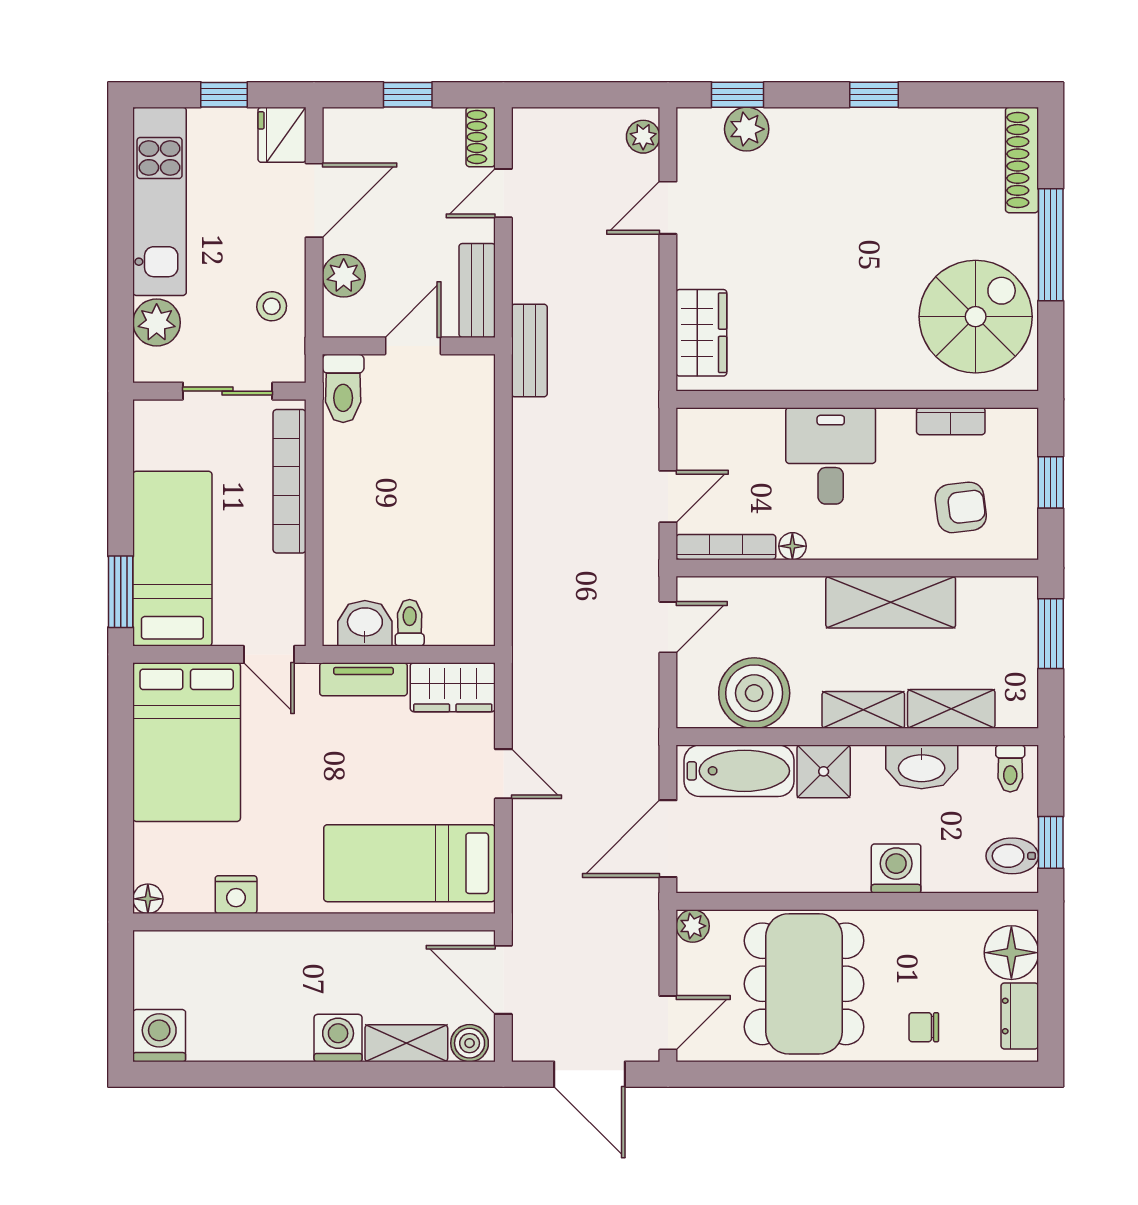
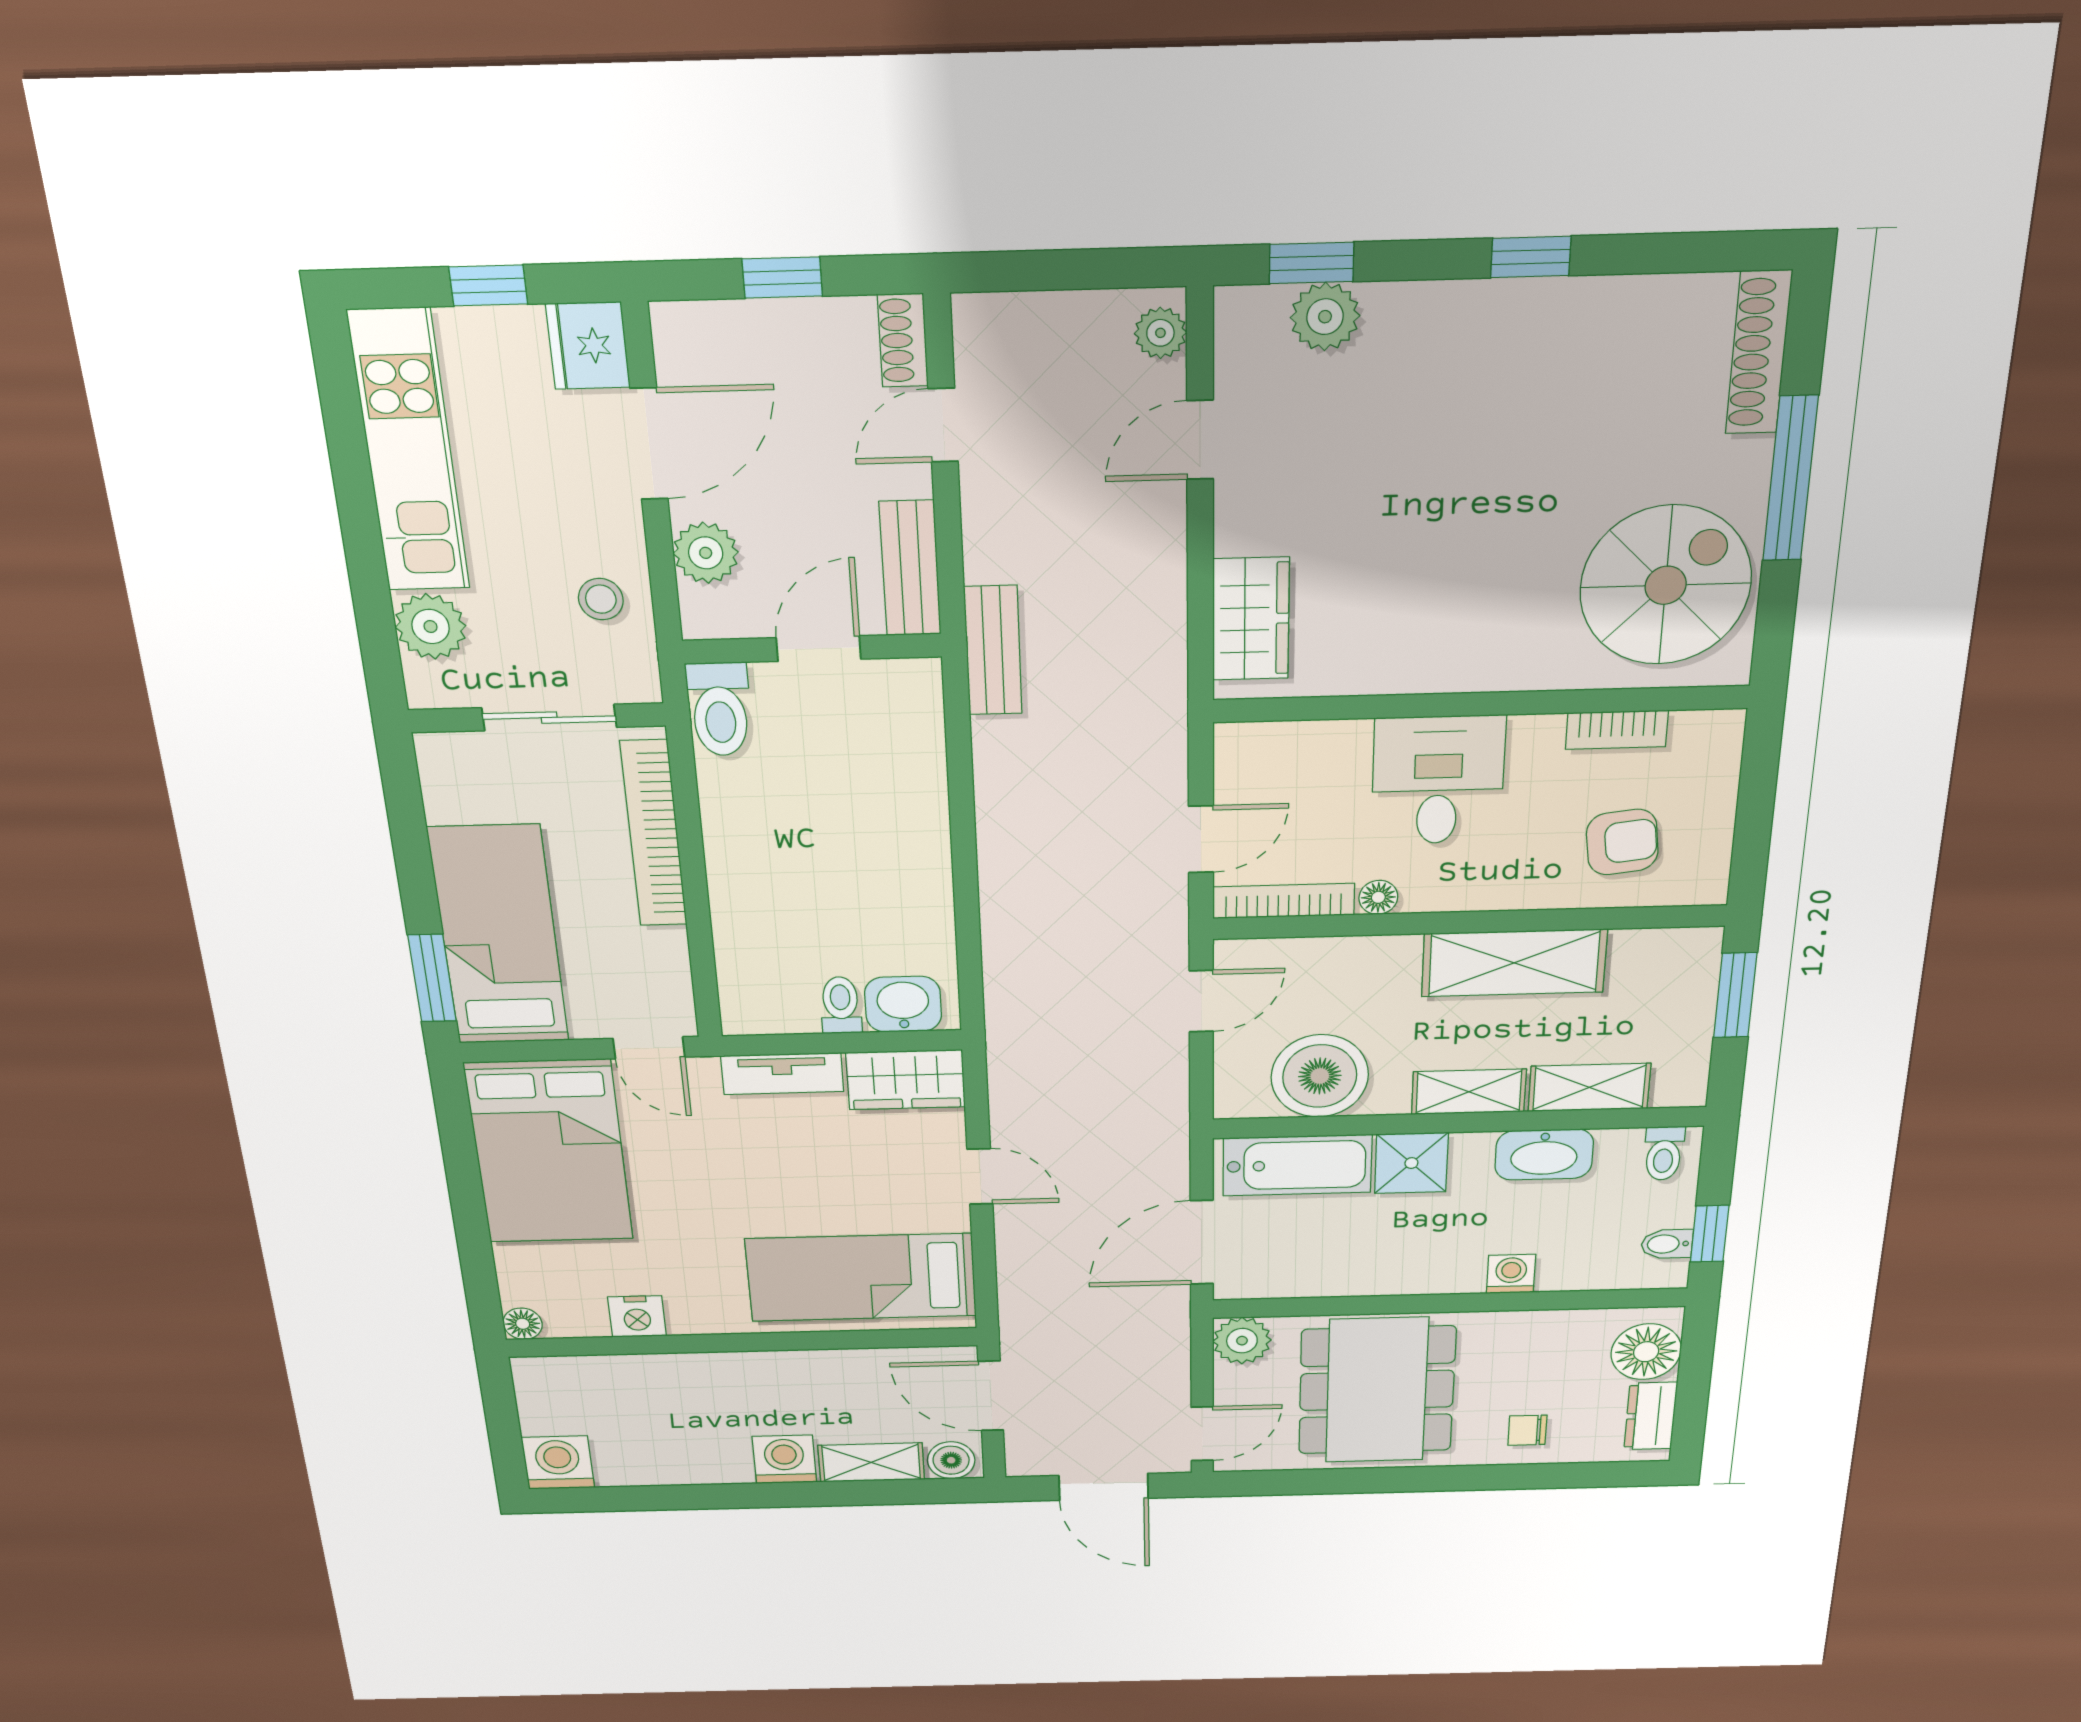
window: (1051, 482) -> (1755, 806), removed
washbasin: (365, 623) -> (903, 1004), moved
bidet: (1012, 856) -> (1667, 1244), width x0.72, depth x0.74
washing machine: (896, 868) -> (1511, 1274), width x0.73, depth x0.73
plant: (693, 926) -> (1242, 1341), width x1.38, depth x1.38

